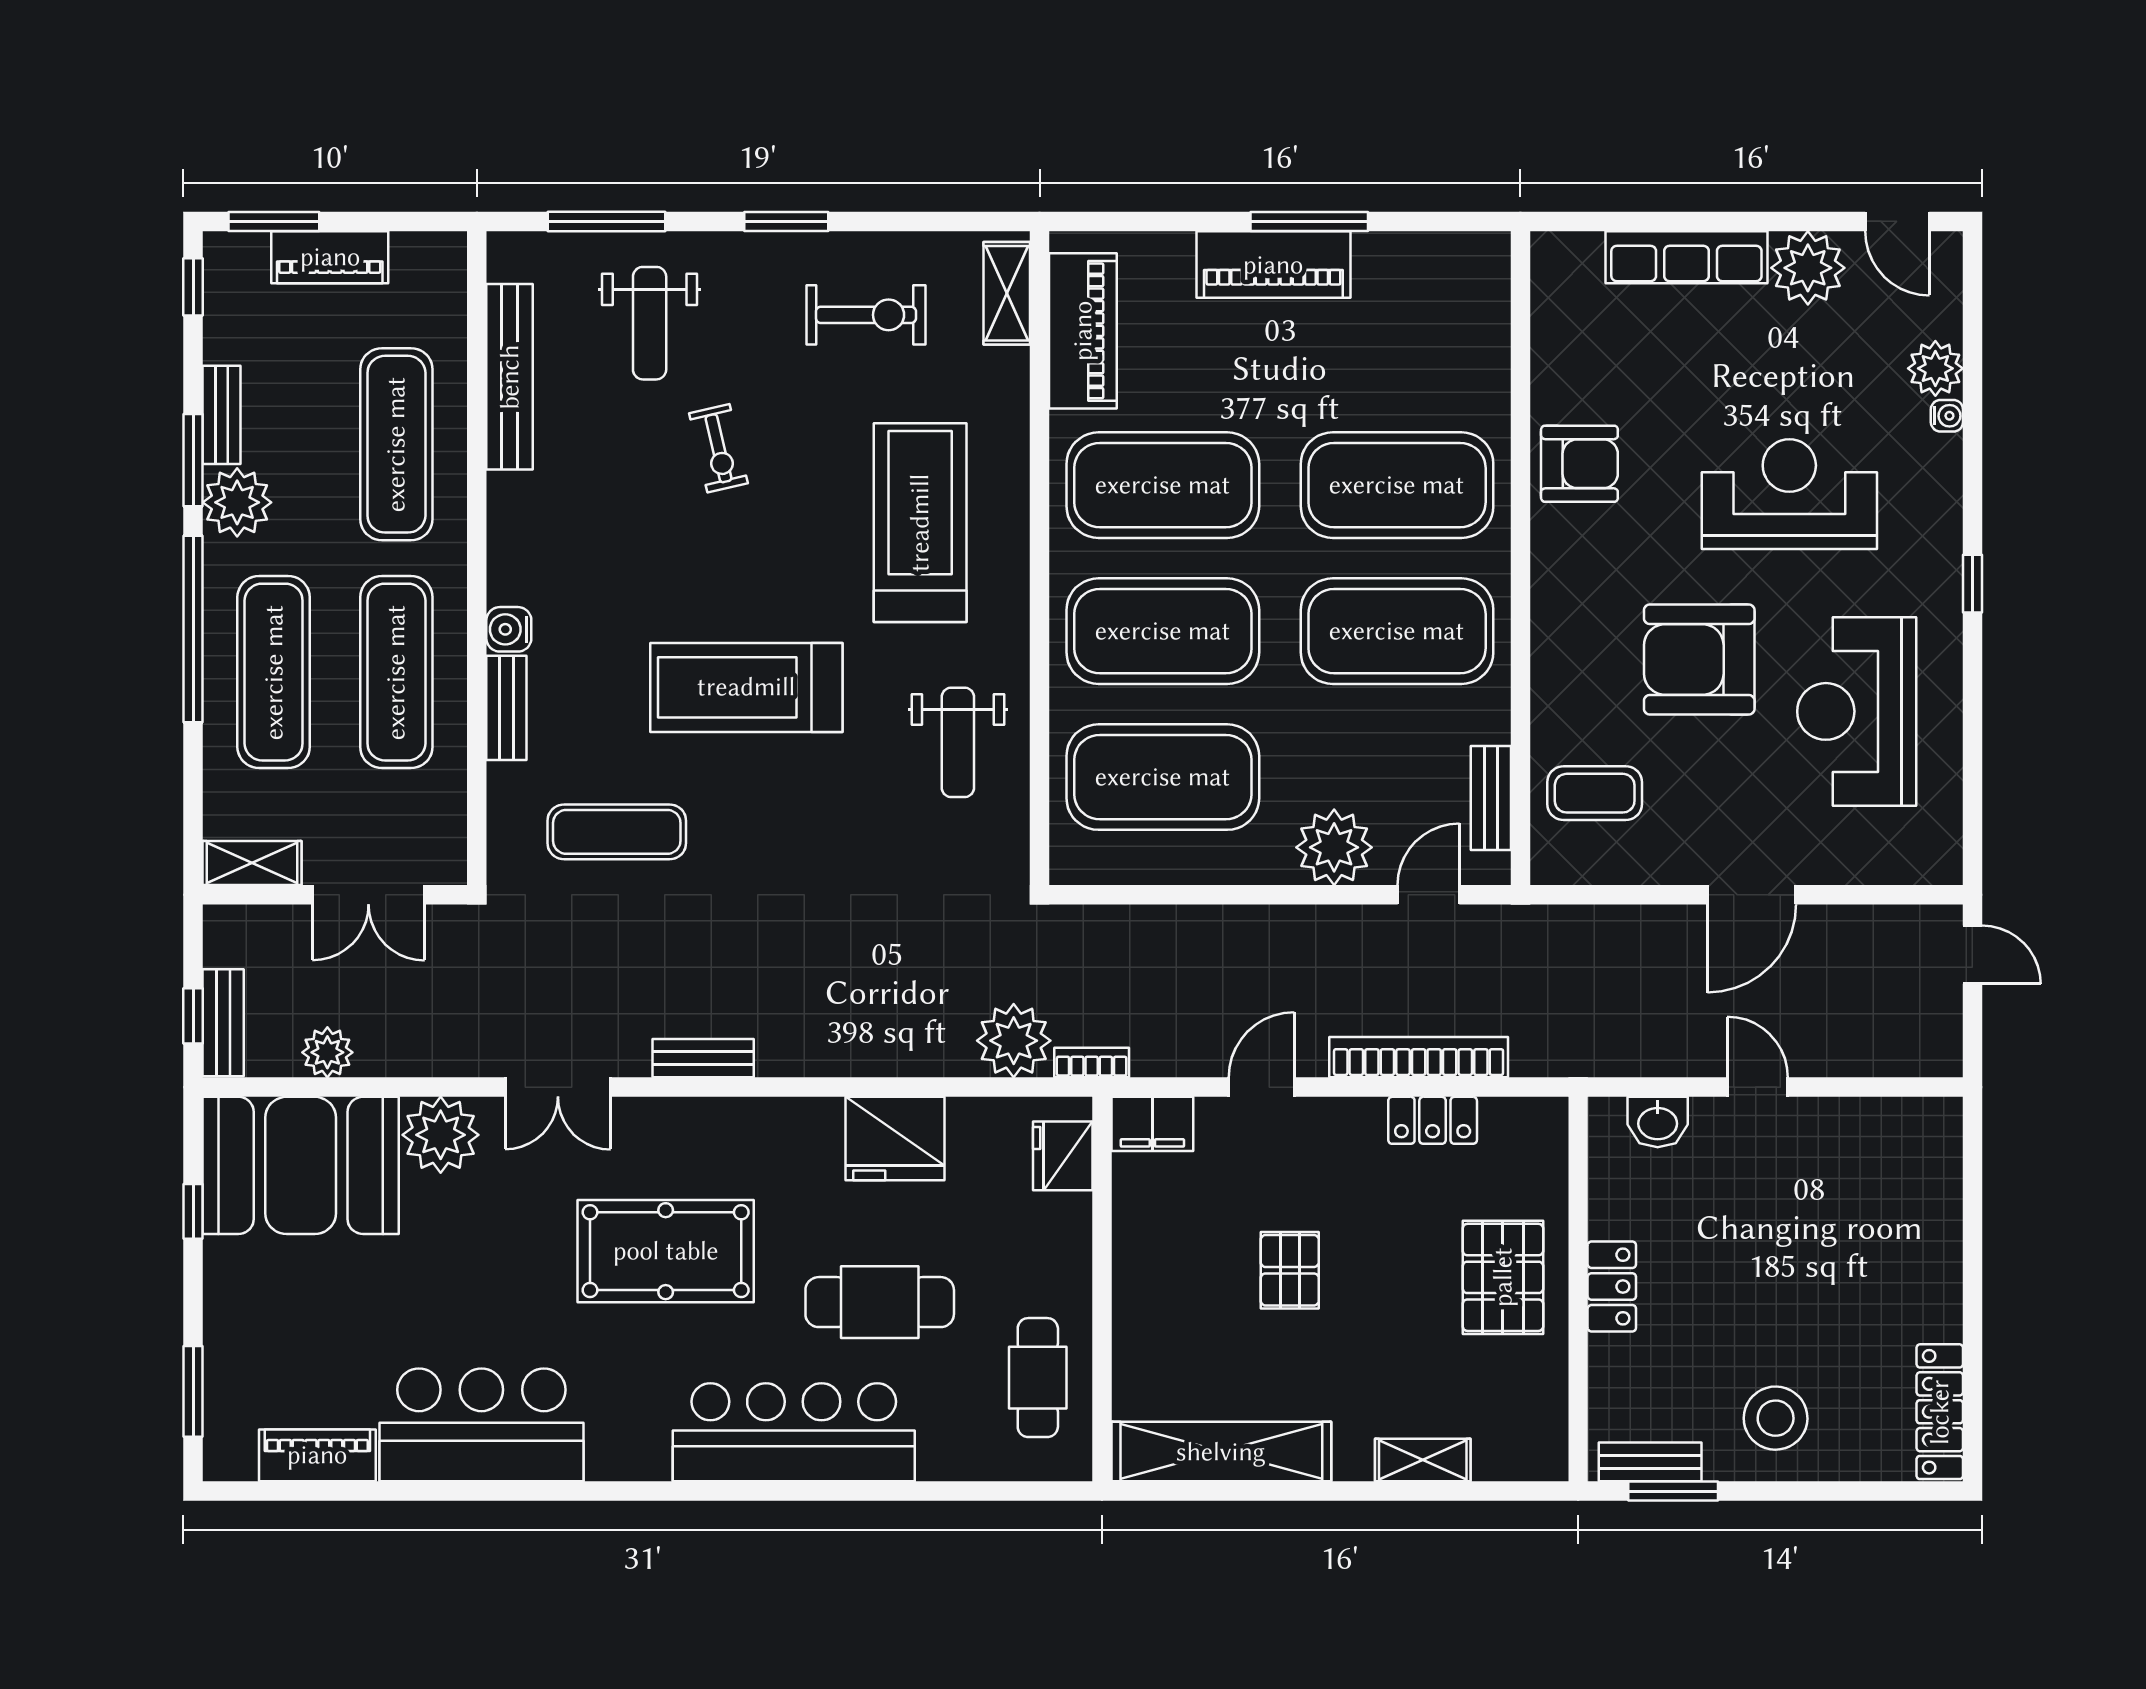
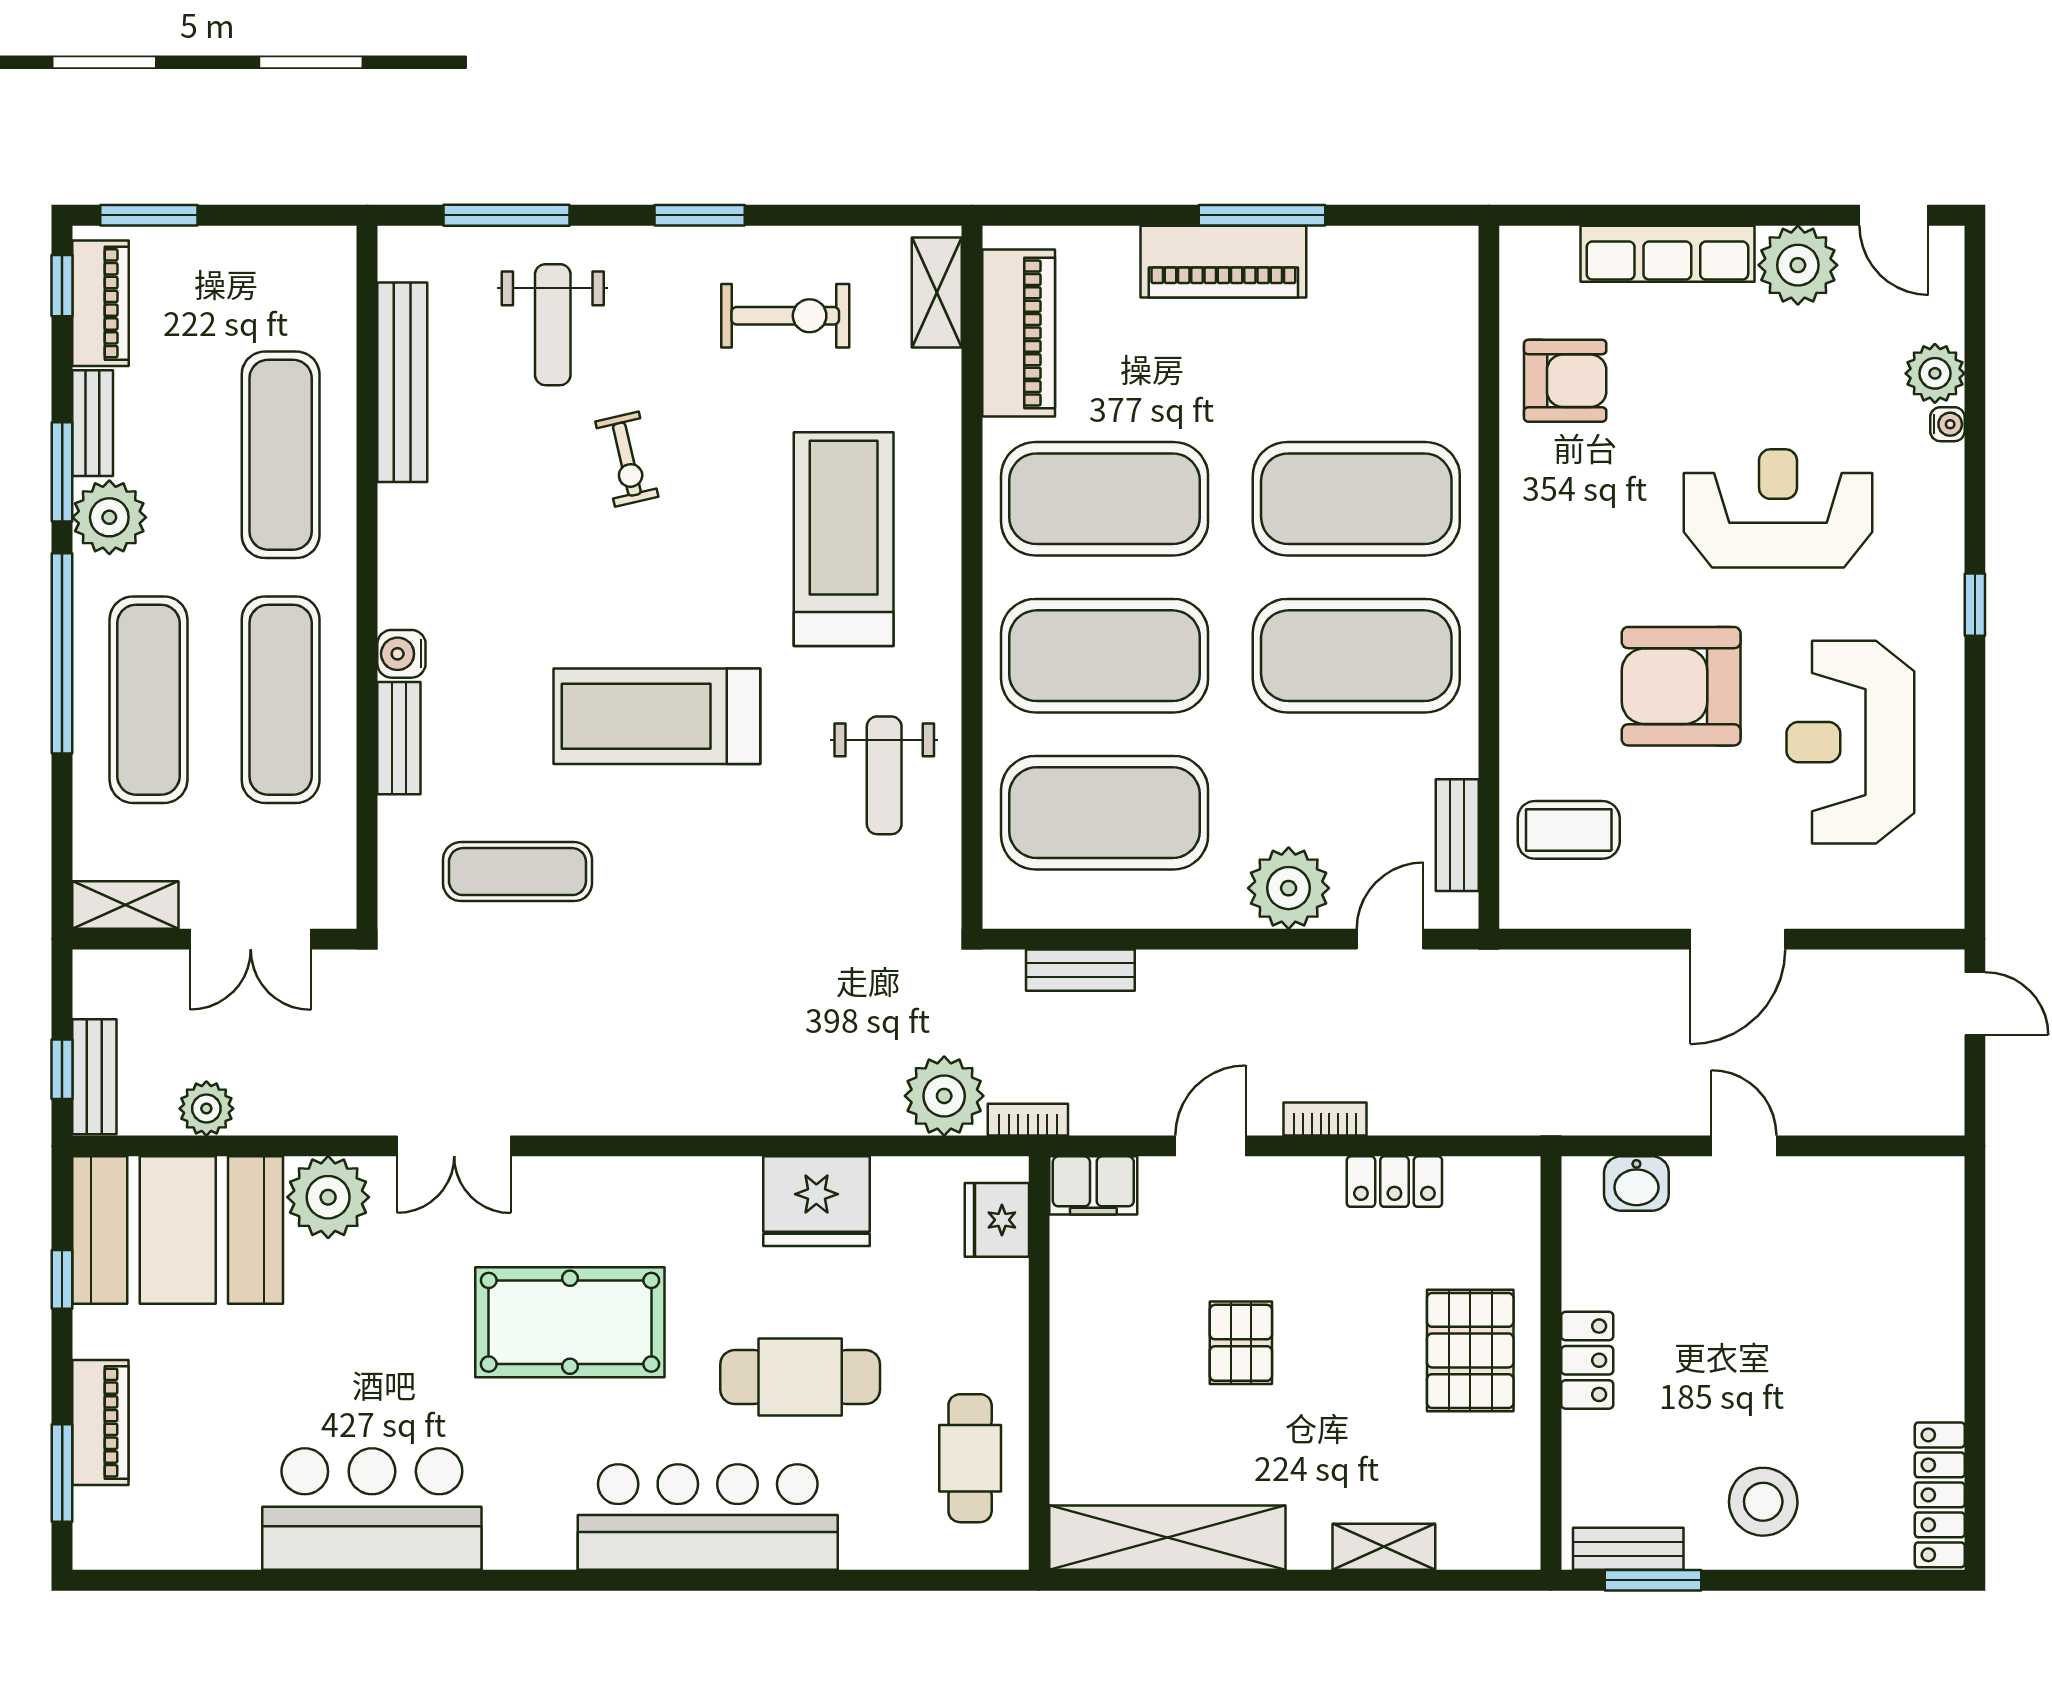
piano: (330, 257) -> (100, 303), moved, turned -90
armchair: (1579, 464) -> (1565, 381), moved
bookcase: (1419, 1057) -> (1325, 1119), width x0.43, depth x0.76
bench: (703, 1058) -> (1080, 970), moved
piano: (317, 1455) -> (100, 1423), moved, turned 90

